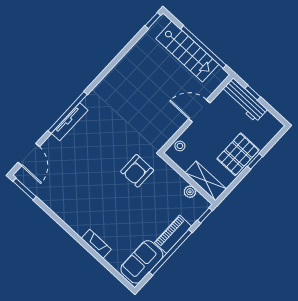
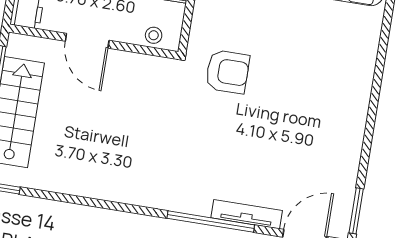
tv unit: (70, 122) -> (247, 214), moved
fireplace: (96, 244) -> (366, 61), removed

